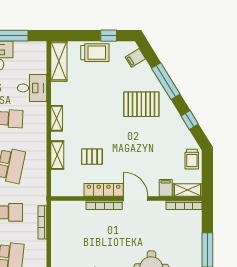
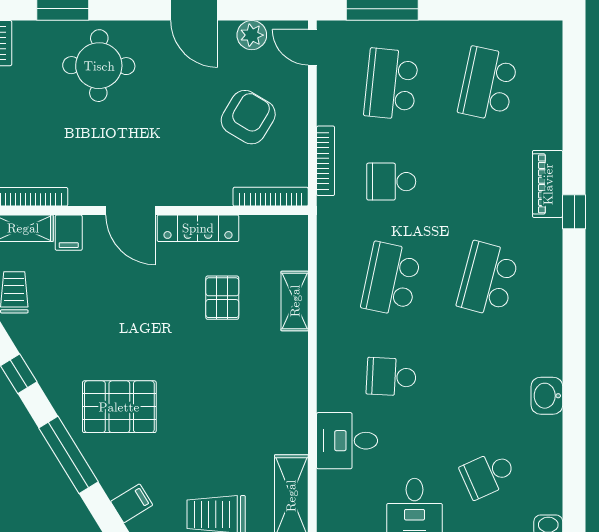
shelving: (57, 118) -> (296, 378), removed
pallet: (92, 157) -> (222, 298), turned 90
bookcase: (104, 205) -> (271, 197), moved
armchair: (79, 243) -> (248, 117), added

